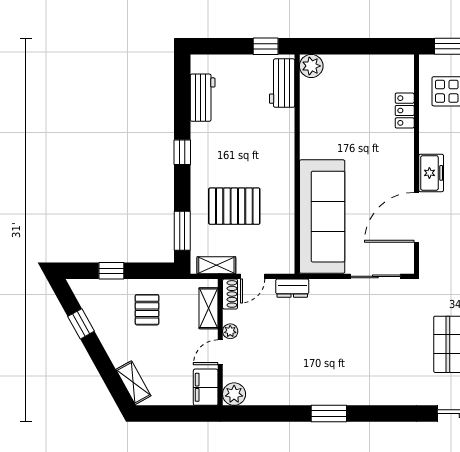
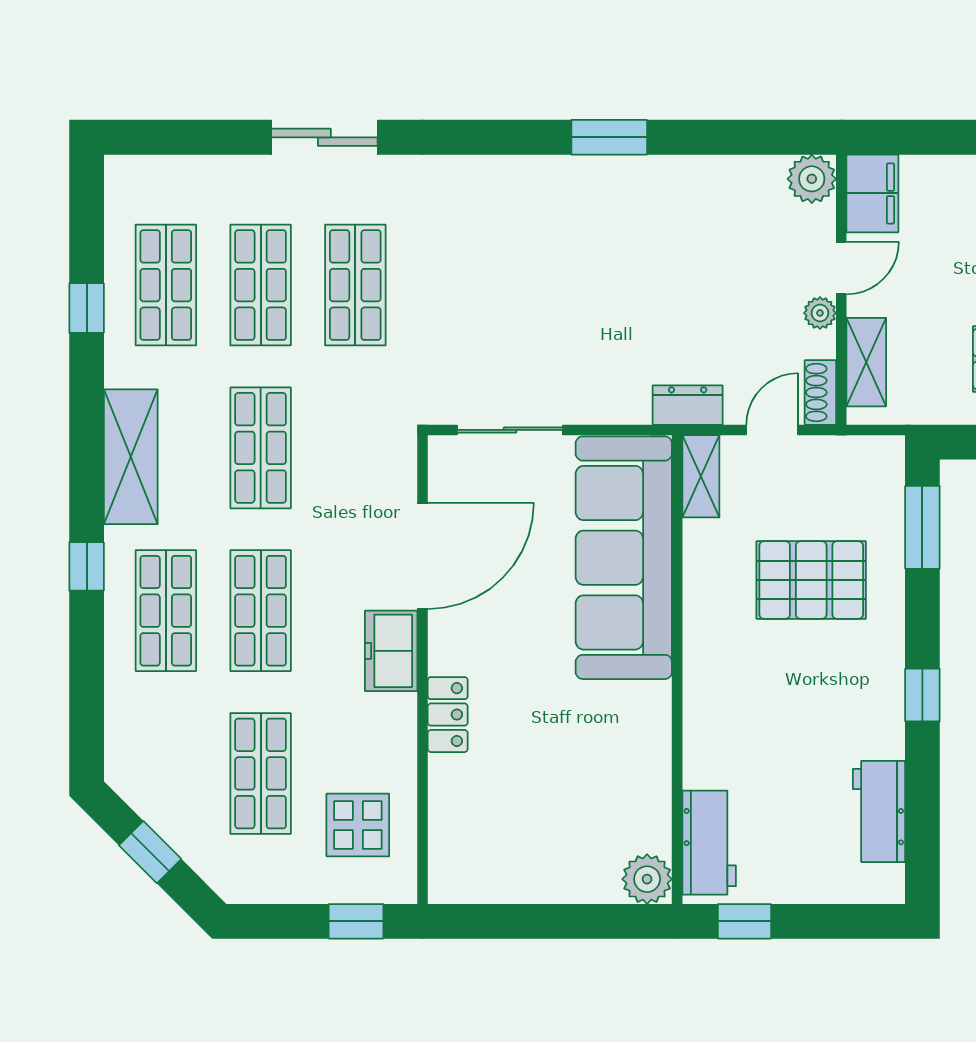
locker: (405, 111) -> (448, 715), moved
shelving: (216, 265) -> (701, 476), moved, turned 90

